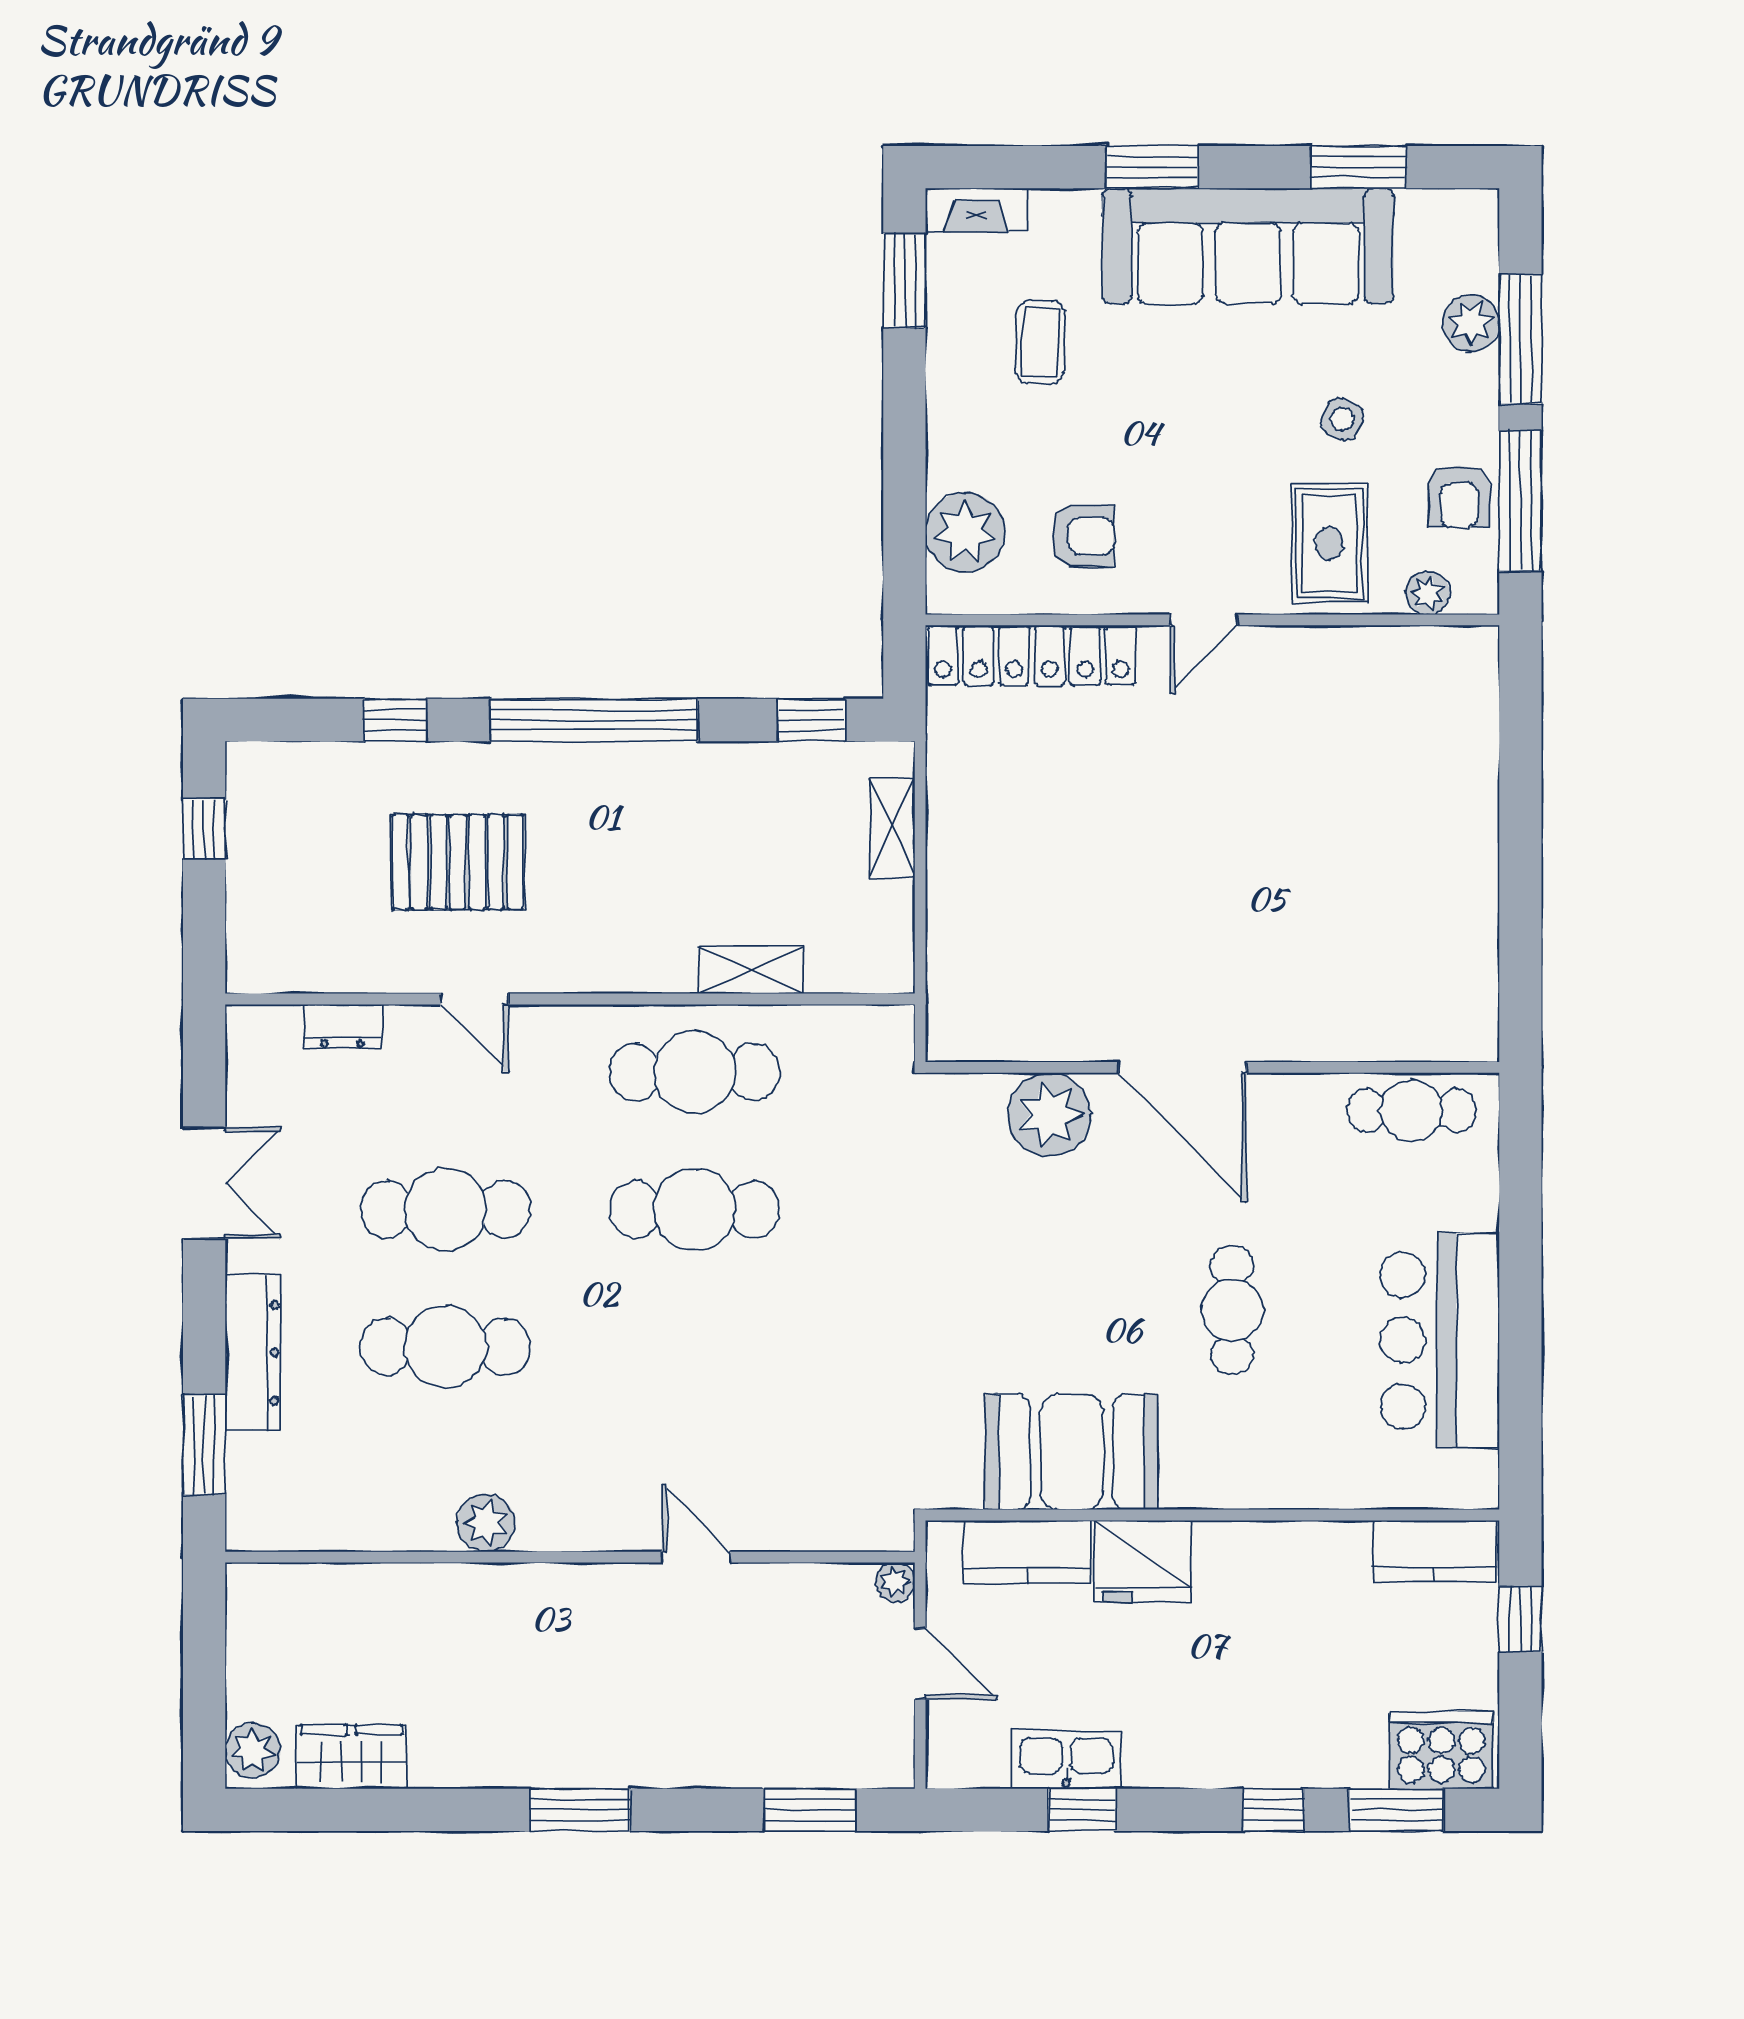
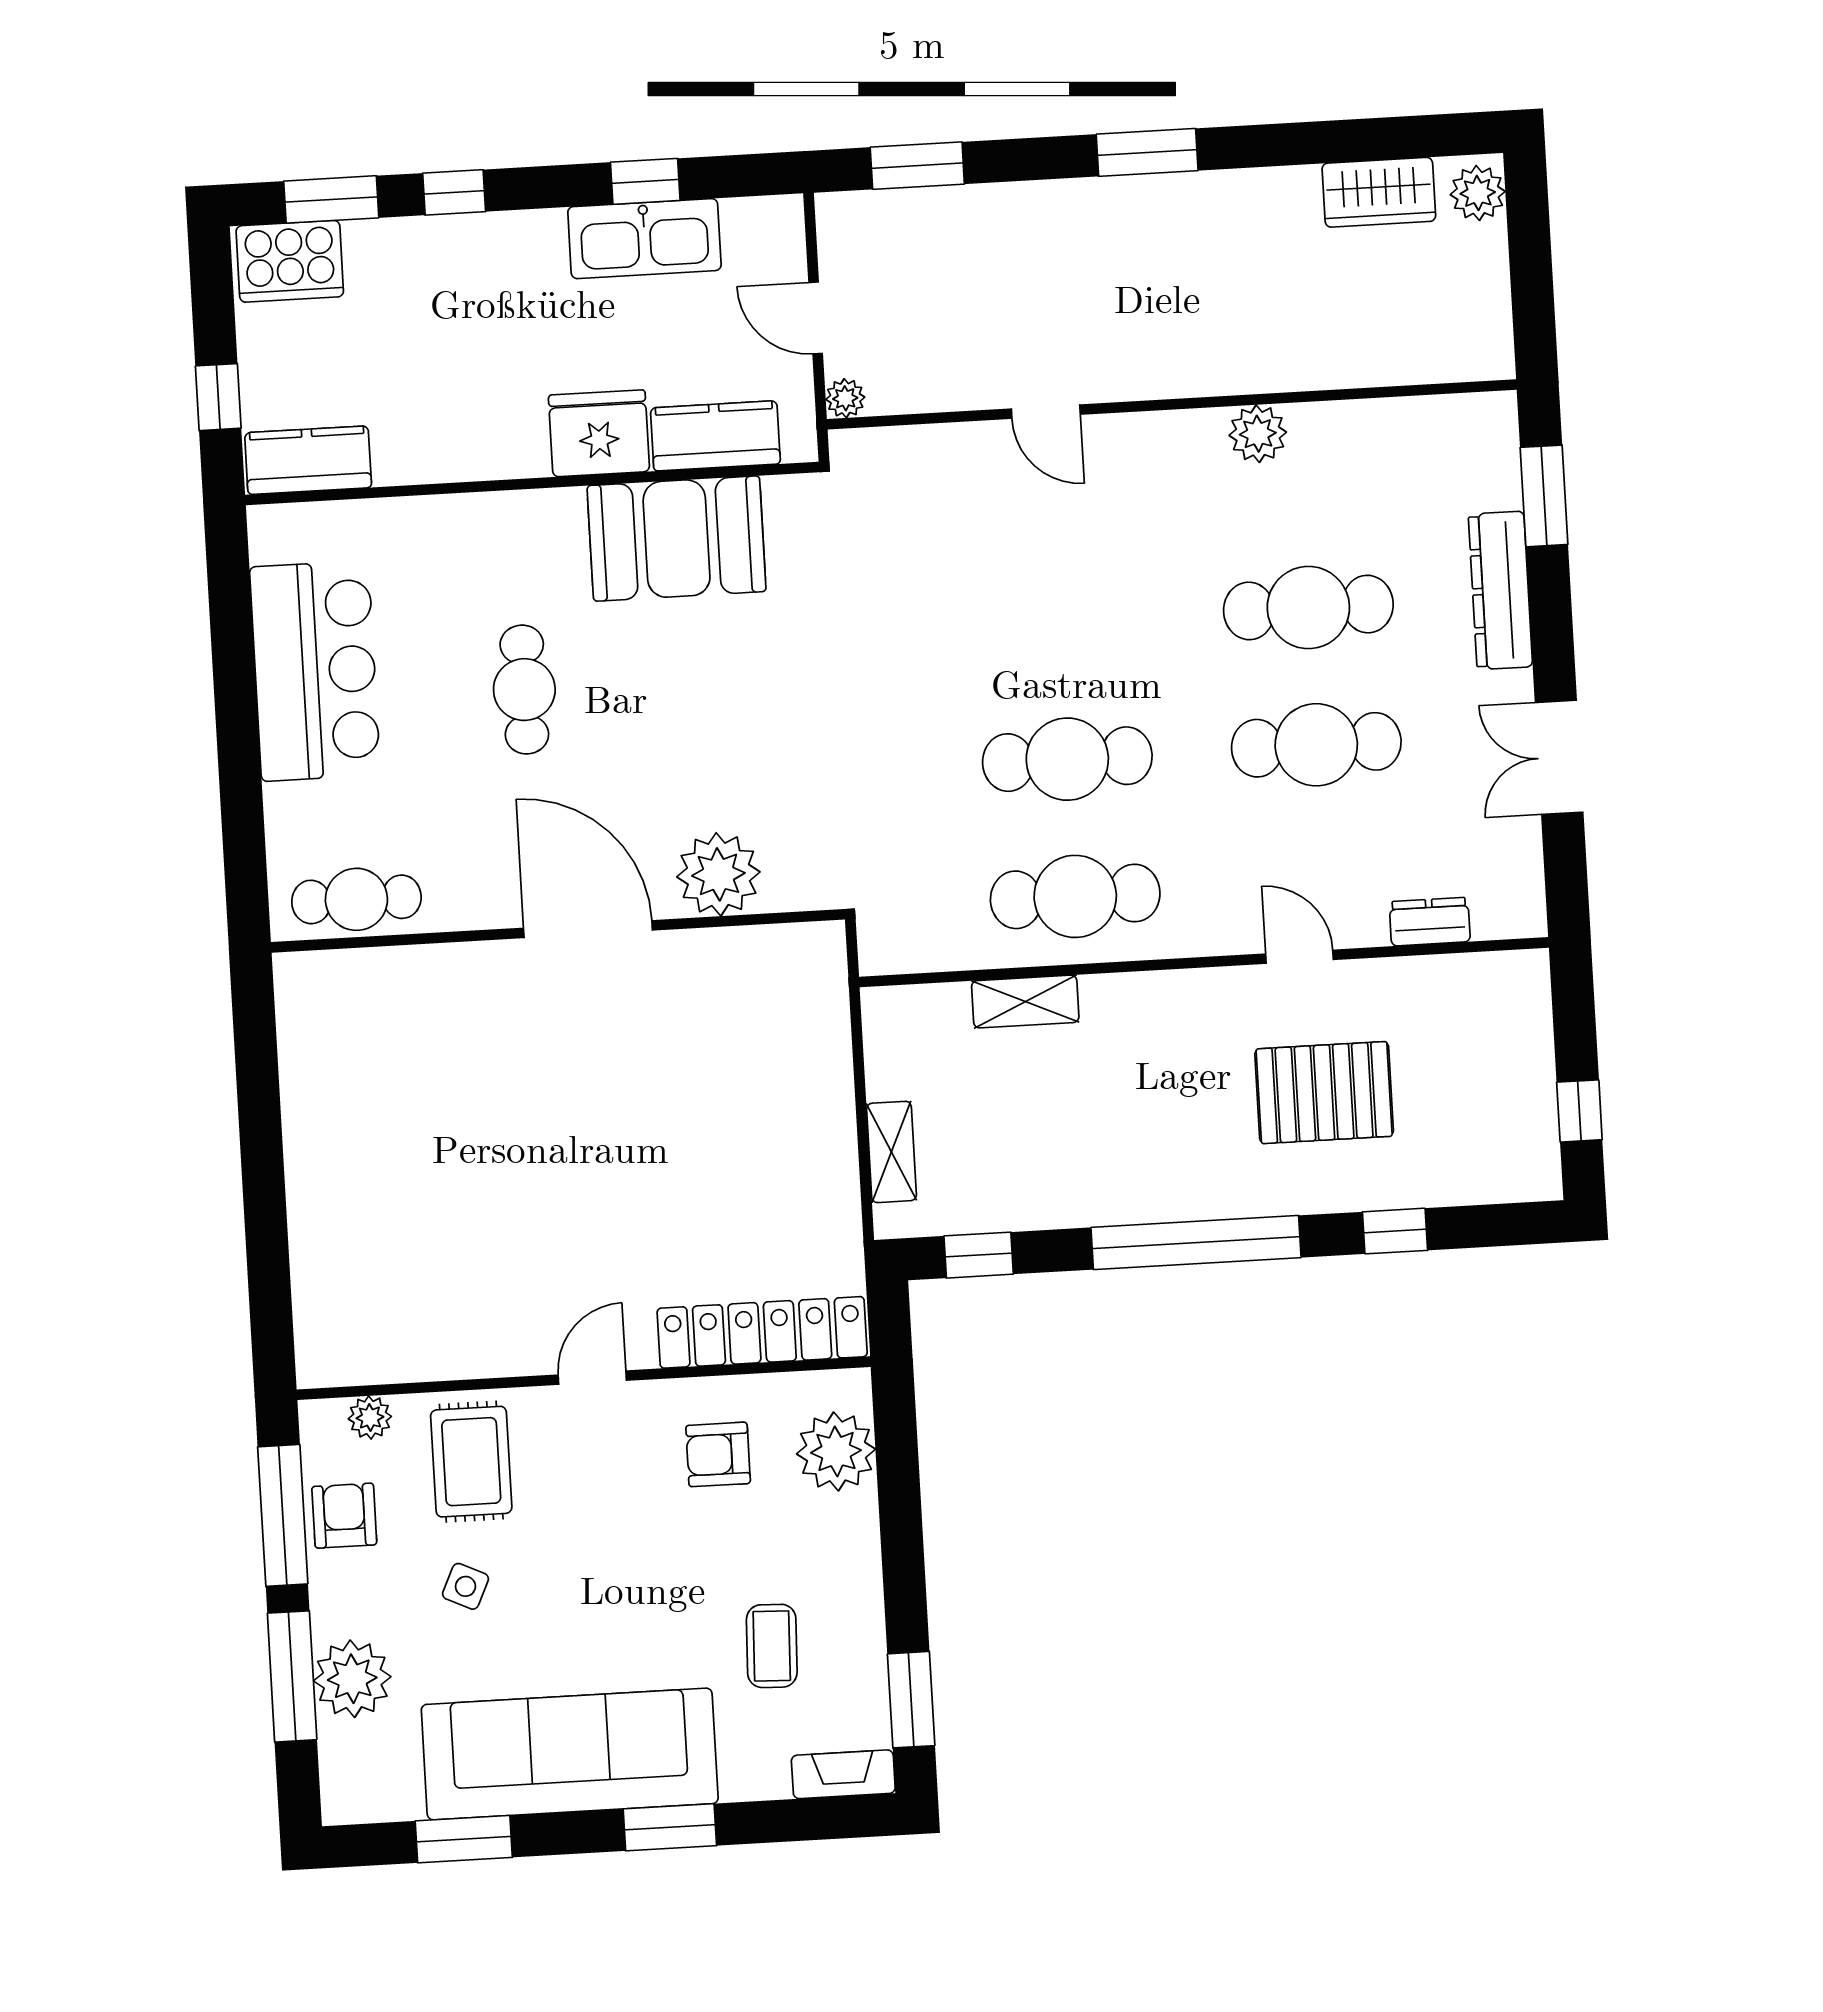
plant: (1471, 323) -> (352, 1679), width x1.36, depth x1.36
kitchen sink: (1066, 1760) -> (644, 239), width x1.36, depth x1.24

